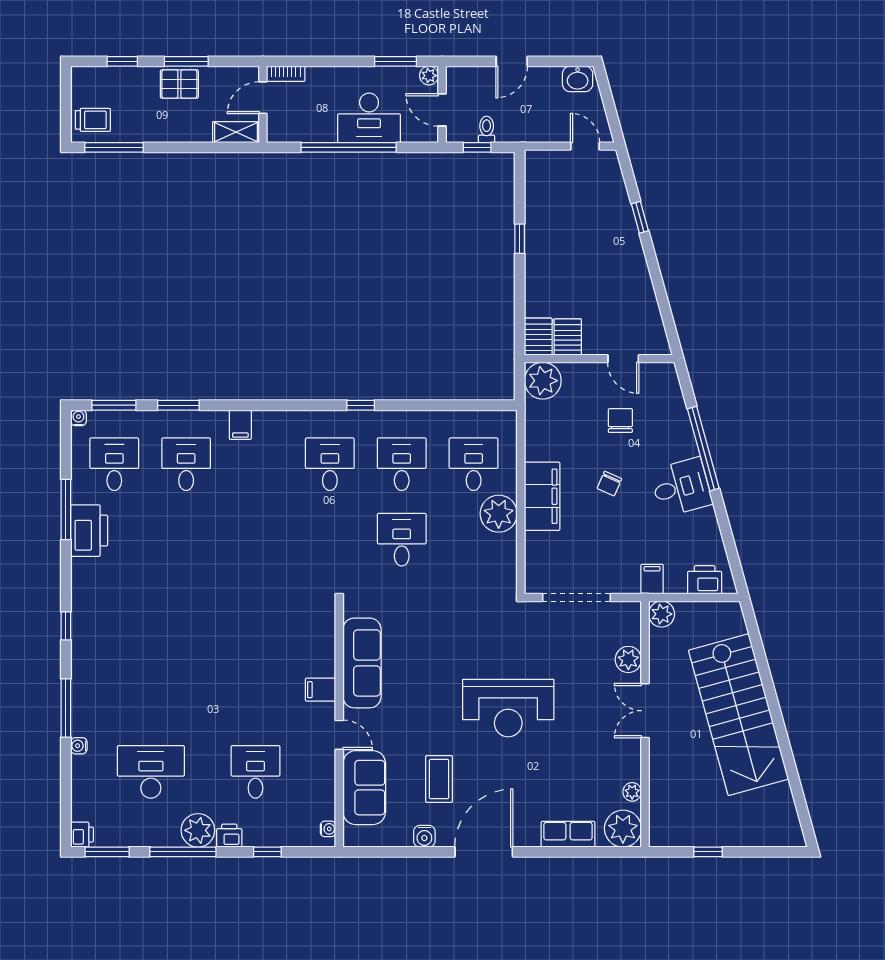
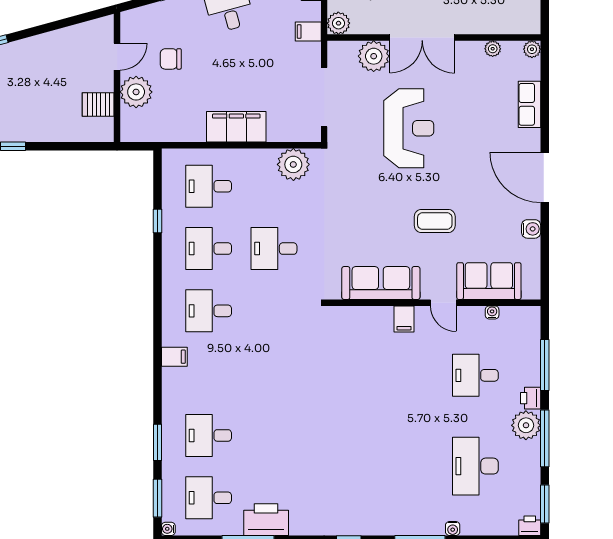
server rack: (538, 337) -> (98, 130), removed
plant: (543, 381) -> (136, 92), moved
window: (361, 405) -> (157, 221), moved
filing cabinet: (240, 425) -> (174, 357), moved
chair: (609, 484) -> (225, 68), removed
plant: (499, 514) -> (293, 164), moved
plant: (628, 659) -> (374, 56), width x1.36, depth x1.36
reception desk: (508, 708) -> (409, 128), moved
double door: (645, 711) -> (422, 38), width x1.37
door: (339, 735) -> (443, 303), swing flipped
coffee table: (439, 779) -> (435, 221), moved
water cooler: (328, 829) -> (492, 312), moved
plant: (623, 829) -> (532, 49), width x0.53, depth x0.53
window: (267, 852) -> (545, 365), width x2.17

